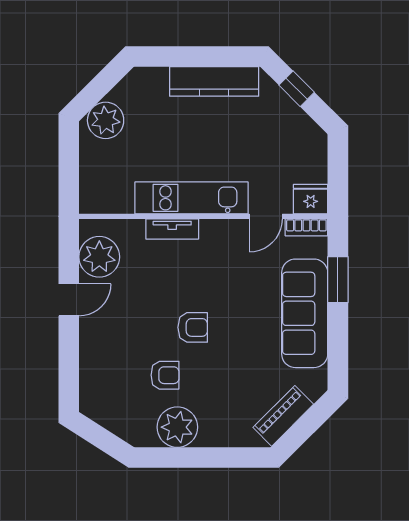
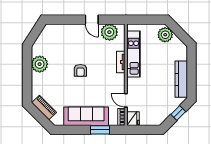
kitchen unit: (192, 198) -> (133, 54), moved
armchair: (165, 375) -> (61, 59), removed

